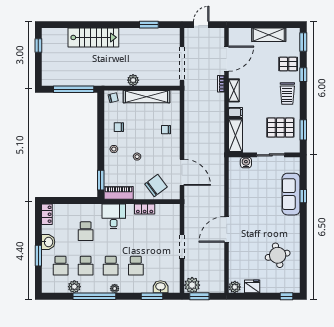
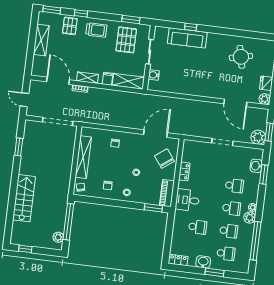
plant: (133, 80) -> (58, 237), moved
door: (227, 229) -> (235, 103), moved
plant: (74, 287) -> (250, 218), moved
window: (94, 296) -> (255, 241), moved

